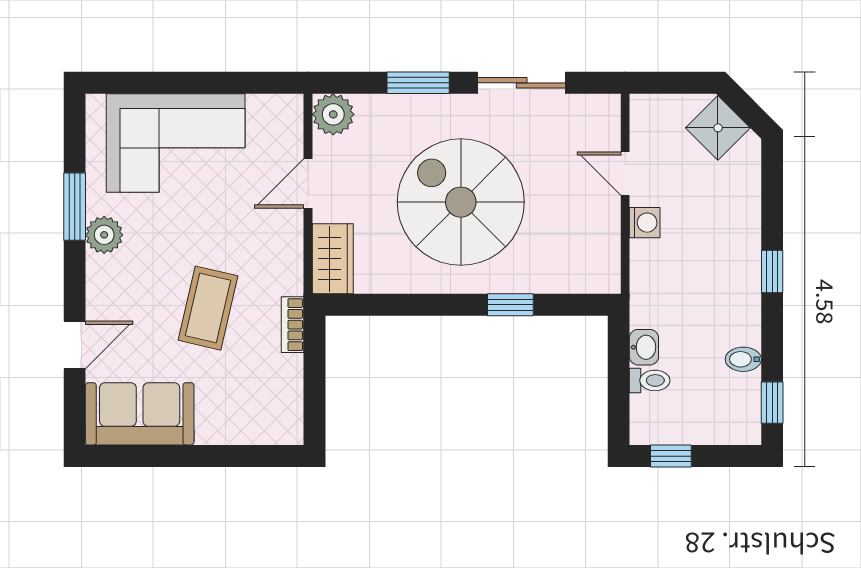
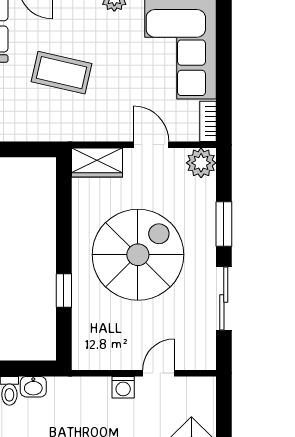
bookcase: (293, 325) -> (208, 121), moved, turned -90

